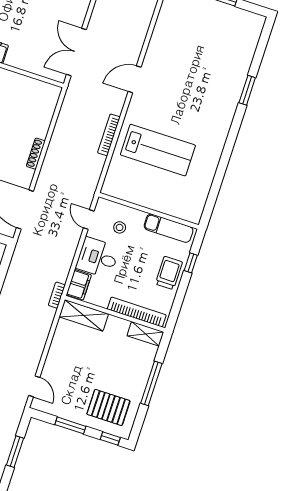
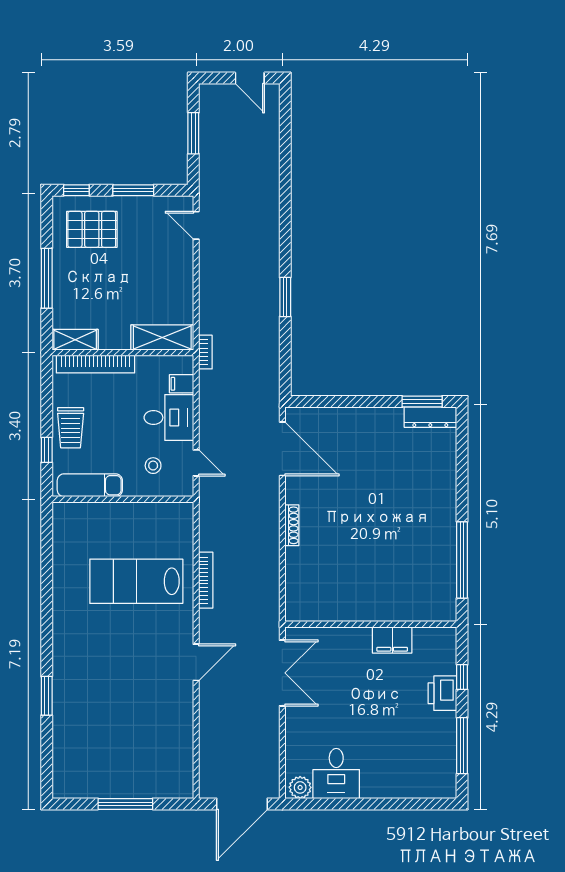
filing cabinet: (79, 285) -> (181, 384), width x0.50

